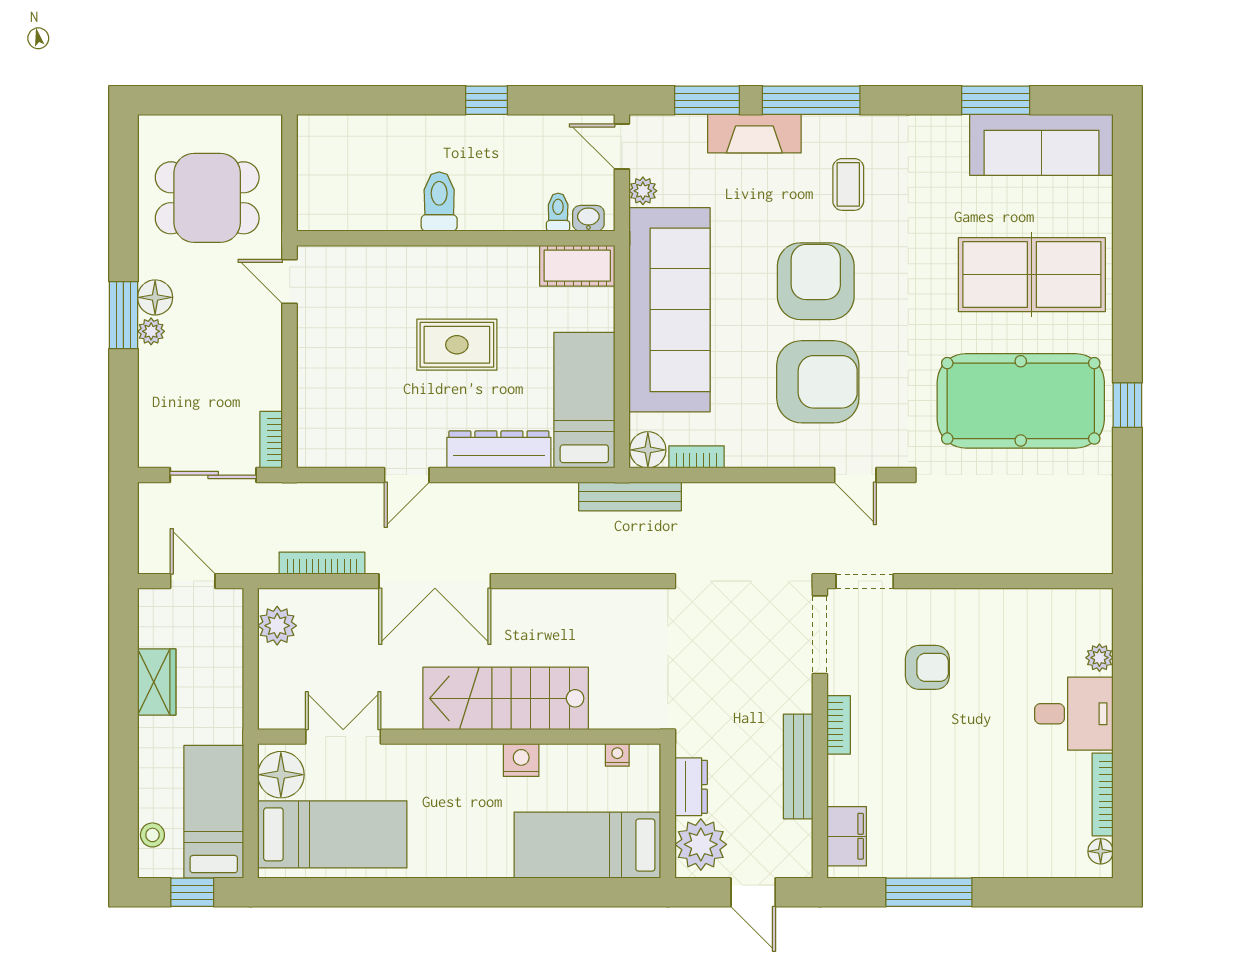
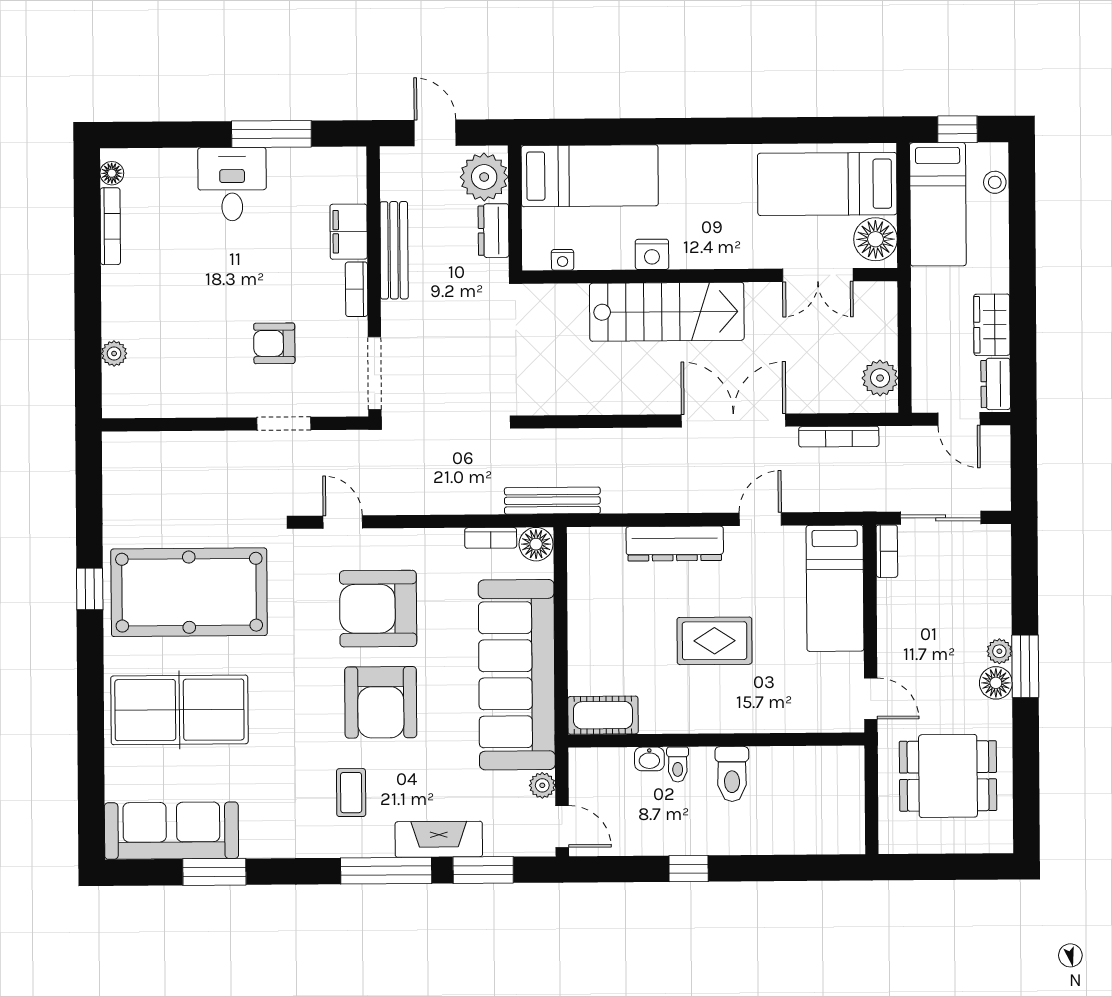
toilet: (558, 212) -> (678, 765), moved
washbasin: (588, 218) -> (649, 759), moved
bed: (584, 400) -> (835, 588), moved
doorway: (865, 581) -> (284, 424), moved
dresser: (153, 618) -> (996, 384), added
desk: (1074, 714) -> (232, 184), moved, turned 90
filing cabinet: (847, 836) -> (349, 232), moved

